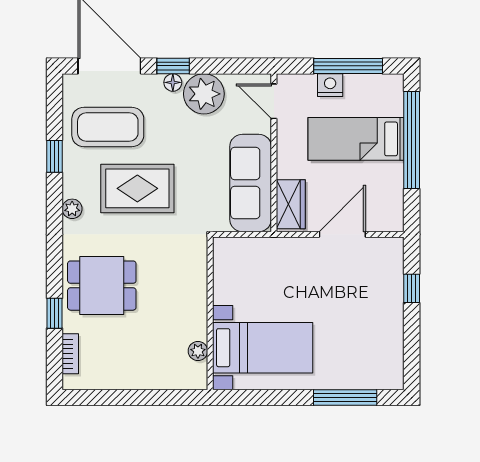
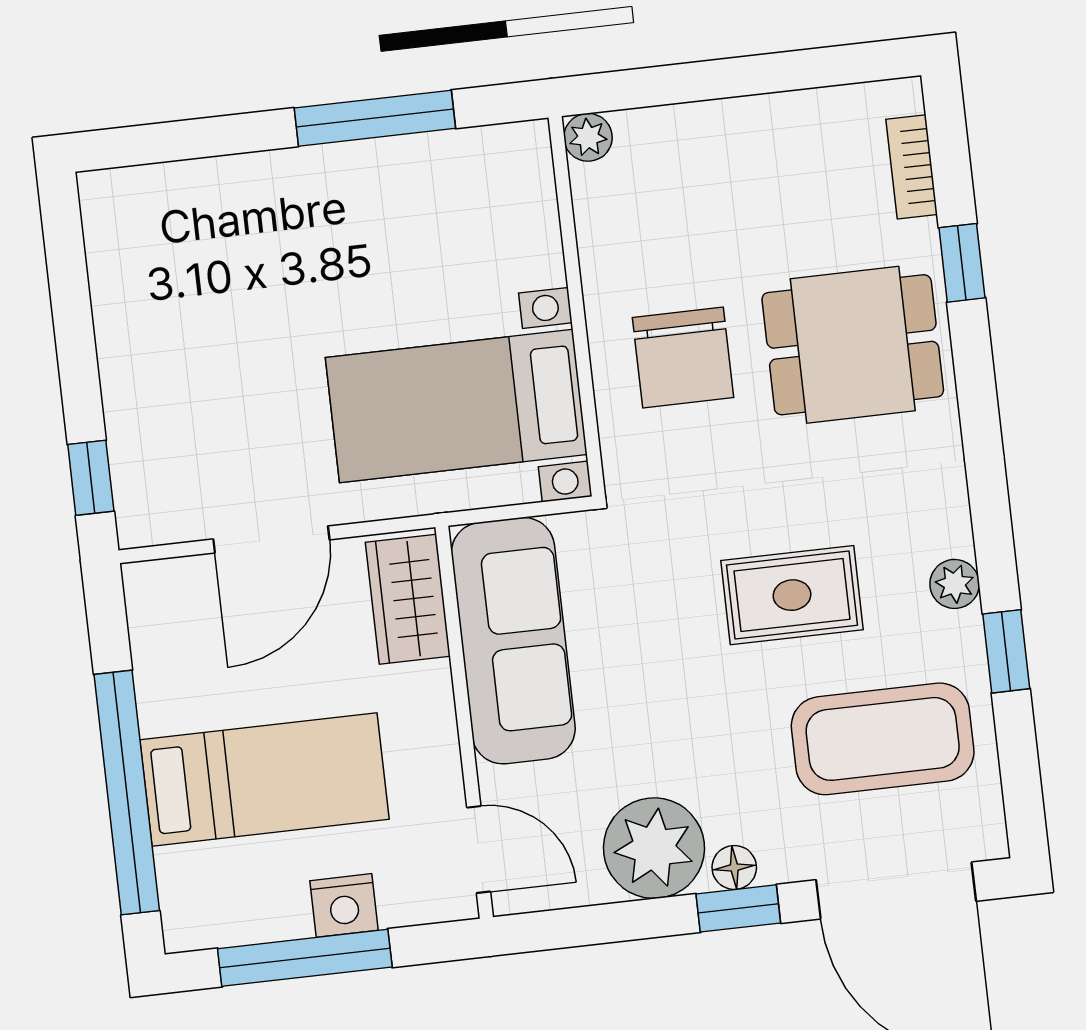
rug: (137, 188) -> (792, 595), width x0.73, depth x0.70
plant: (72, 209) -> (955, 584), moved
chair: (170, 288) -> (683, 357), added
window: (412, 288) -> (91, 478), moved
bed with nightstands: (263, 348) -> (456, 406), moved
plant: (198, 351) -> (588, 137), moved
window: (345, 398) -> (375, 118), moved

